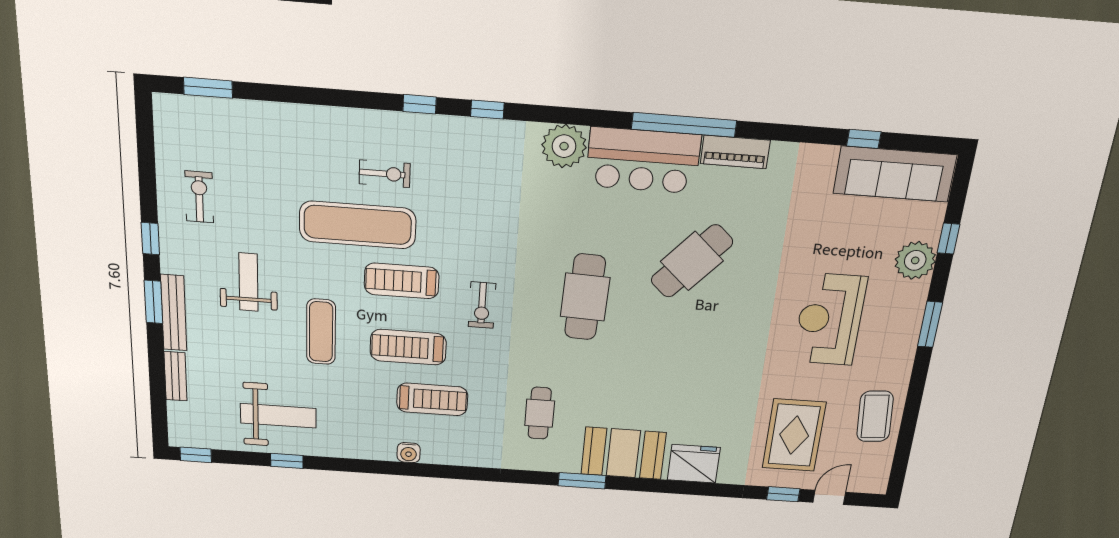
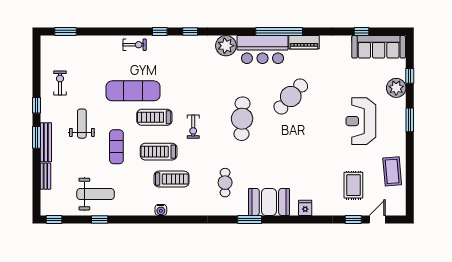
exercise bike: (385, 174) -> (135, 45), moved
rug: (794, 435) -> (353, 185), width x0.73, depth x0.70
fridge: (694, 464) -> (305, 208), width x0.53, depth x0.75

